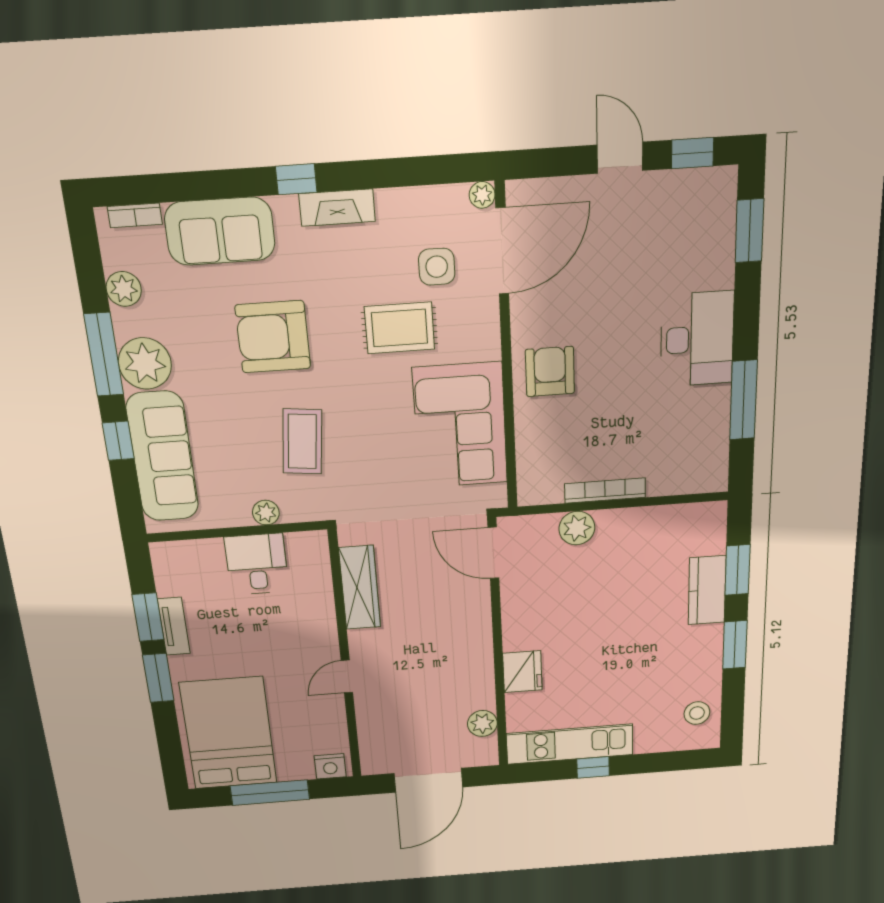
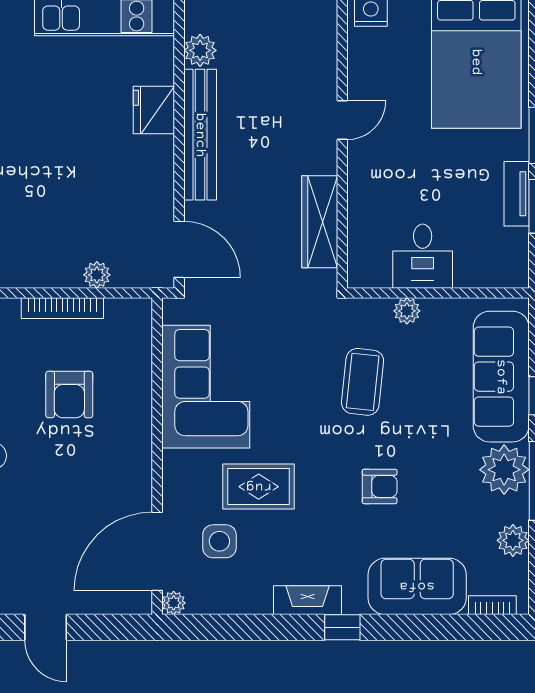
armchair: (273, 337) -> (380, 486), width x0.53, depth x0.53
armchair: (550, 372) -> (69, 395), moved
plant: (577, 528) -> (97, 275), width x0.73, depth x0.73
bench: (479, 654) -> (200, 135), added

